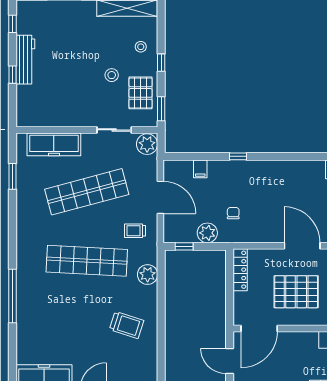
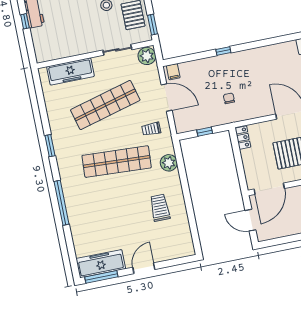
filing cabinet: (200, 169) -> (173, 72), moved
window: (12, 176) -> (50, 146), moved
plant: (207, 233) -> (211, 119), removed
window: (184, 246) -> (205, 132), moved
locker: (240, 270) -> (243, 138), width x0.66
trolley: (127, 325) -> (160, 208), turned -108

